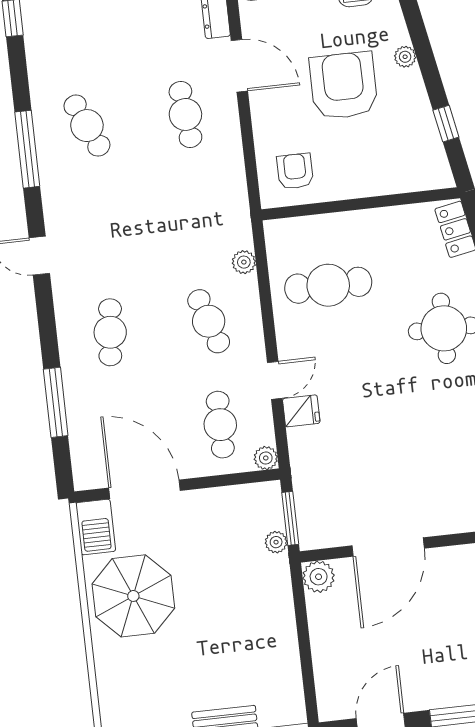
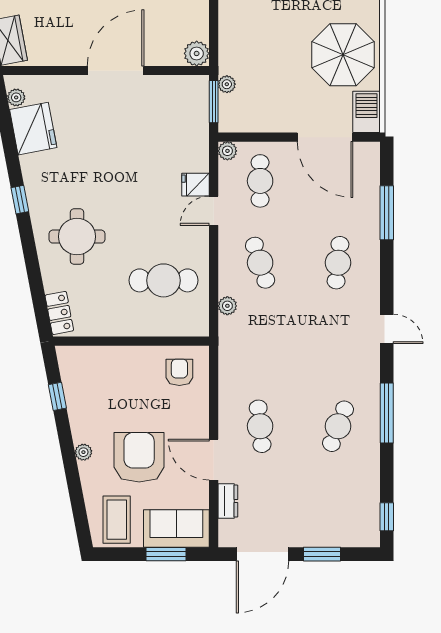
armchair: (344, 86) -> (139, 457), moved, turned 180
cafe table: (87, 126) -> (338, 426), turned 45
armchair: (295, 171) -> (179, 372), turned 180
door: (388, 547) -> (116, 71), moved

